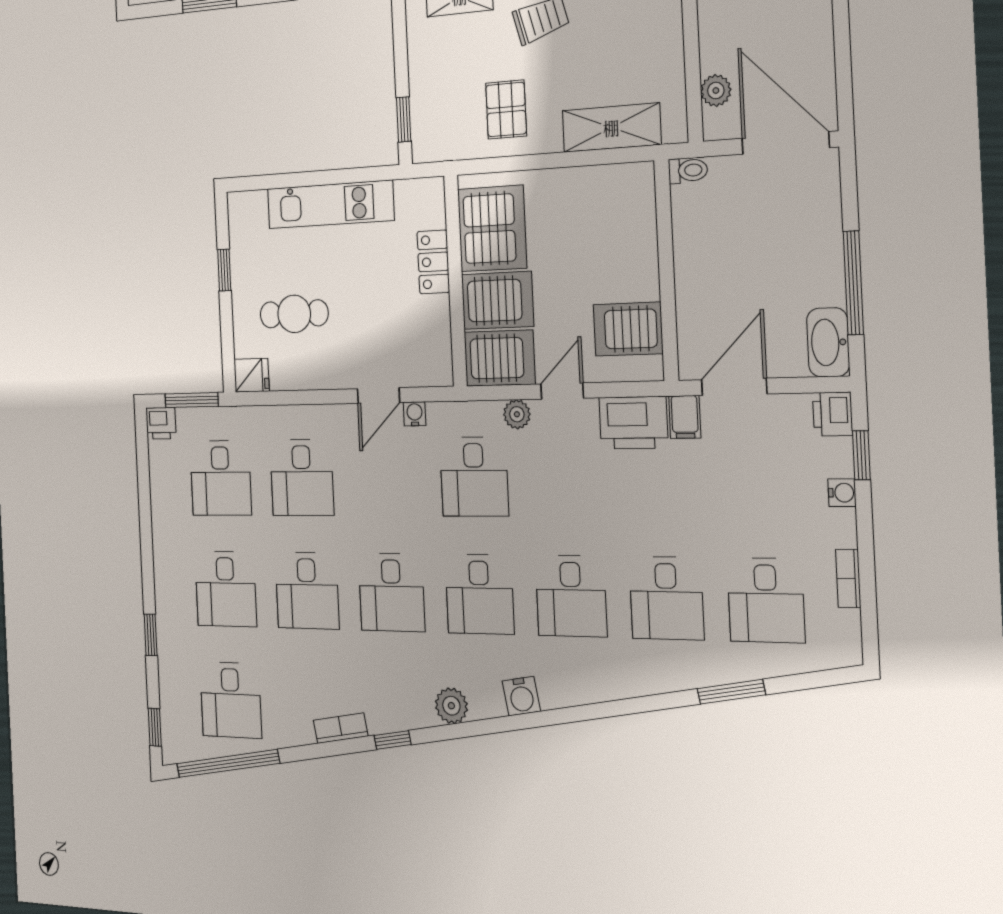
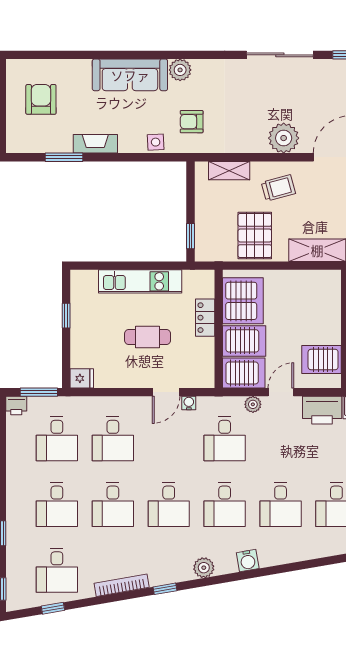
pallet: (506, 109) -> (255, 236), width x1.50, depth x1.42
cafe table: (294, 314) -> (148, 337), moved
bookcase: (341, 728) -> (122, 585), width x1.56
window: (228, 763) -> (53, 608), width x0.32

